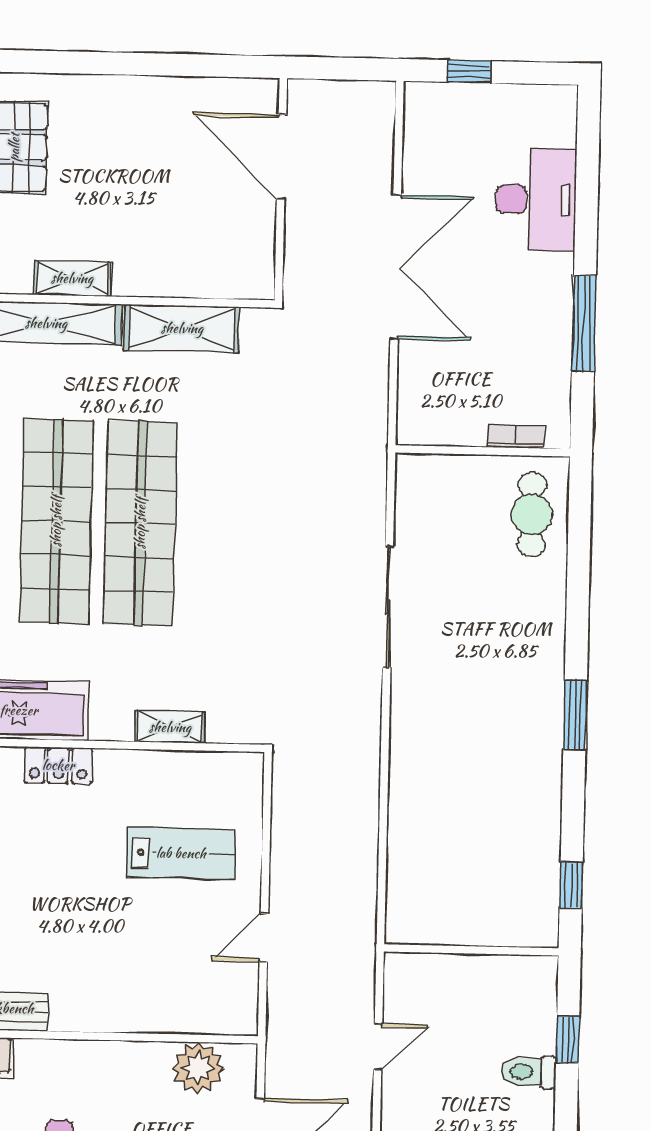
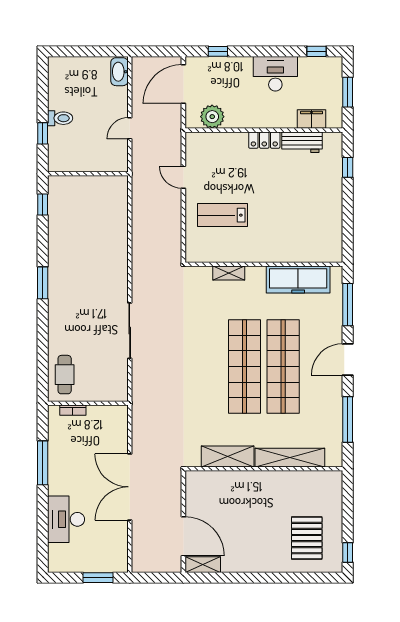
window: (469, 71) -> (98, 578), width x1.50
shelving: (72, 278) -> (203, 565), moved
locker: (58, 765) -> (264, 140), moved, turned 180
door: (264, 938) -> (183, 177), swing flipped

